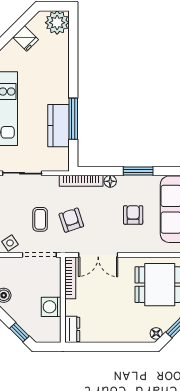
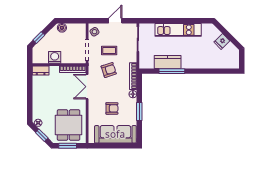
plant: (57, 23) -> (232, 61), removed

